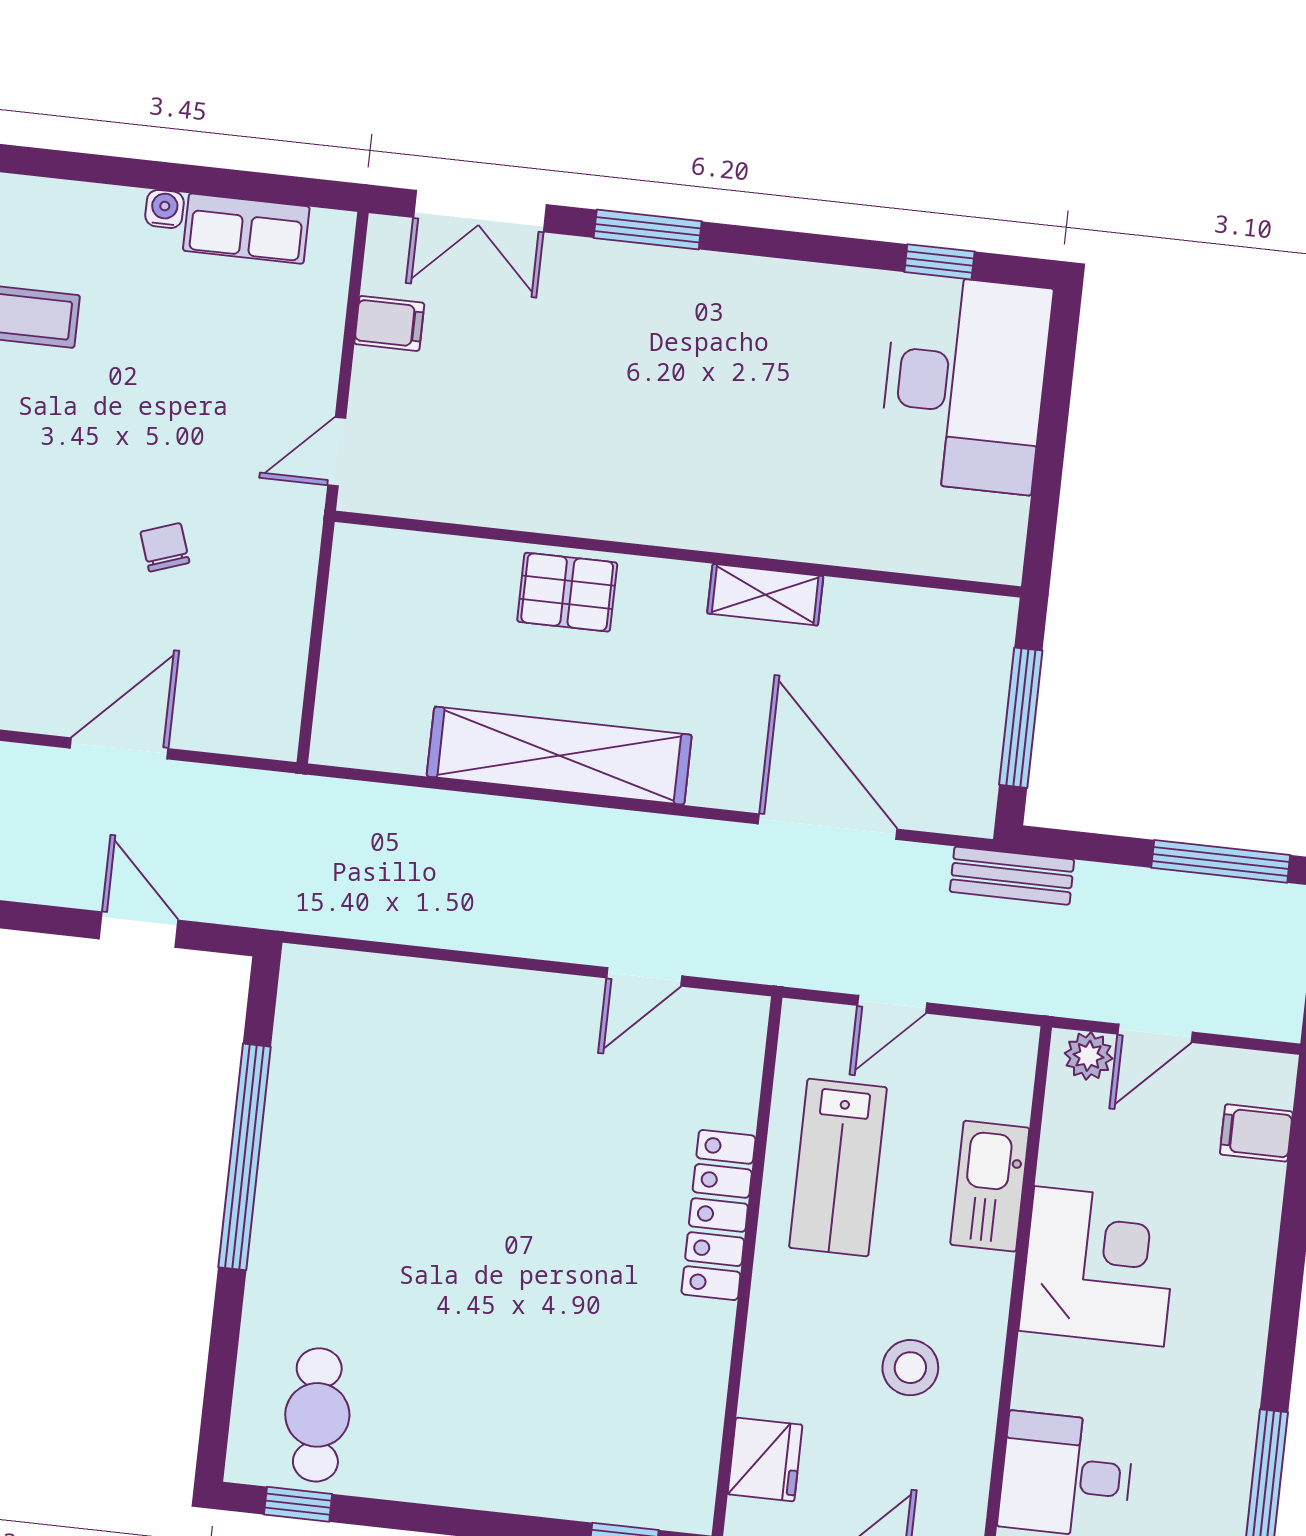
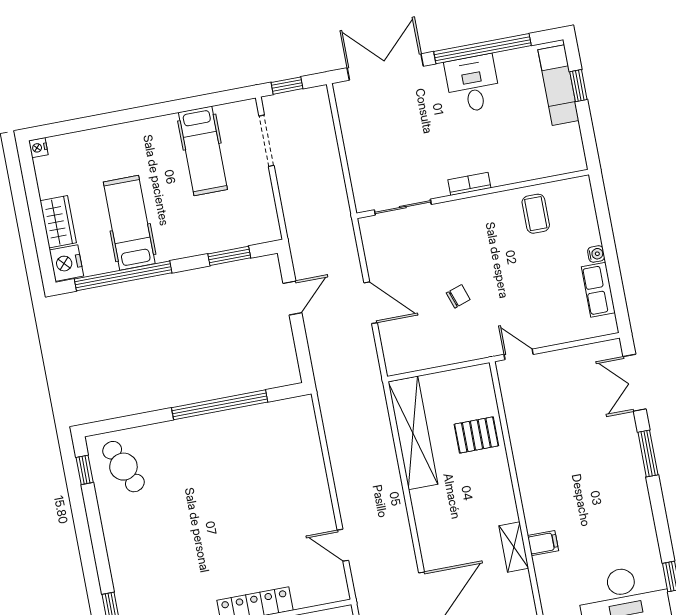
filing cabinet: (389, 323) -> (543, 543), moved, turned -90
pallet: (567, 592) -> (476, 435), moved, turned 90
shelving: (559, 756) -> (413, 433), moved
door: (139, 930) -> (292, 298), moved
cafe table: (317, 1415) -> (123, 467), turned 70

